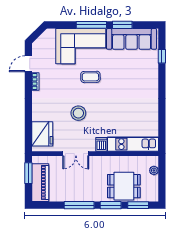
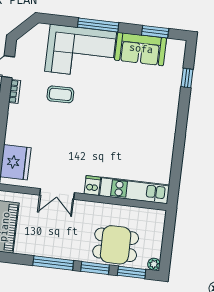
window: (122, 25) -> (155, 32), moved
sofa: (132, 39) -> (141, 49), width x0.73
coffee table: (90, 77) -> (60, 94), moved
stool: (78, 113) -> (67, 140), removed
plant: (154, 170) -> (154, 264), moved

